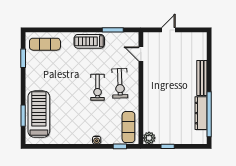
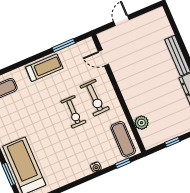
treadmill: (89, 41) -> (44, 68), turned 180
plant: (149, 138) -> (142, 123), moved

